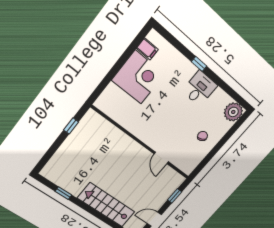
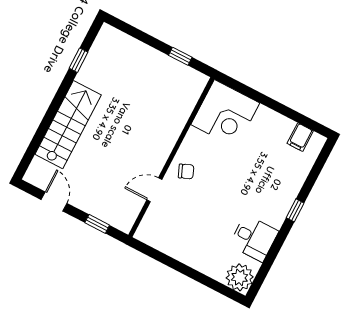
corner desk: (138, 77) -> (225, 114), moved
desk: (200, 88) -> (254, 238), moved
chair: (202, 136) -> (186, 171), moved

